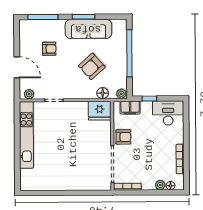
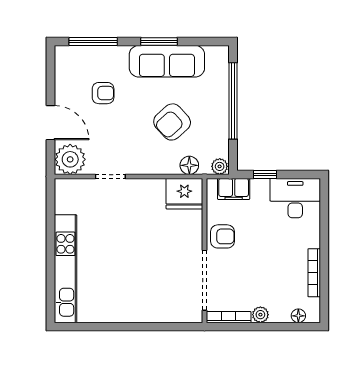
plant: (29, 94) -> (70, 159), width x1.87, depth x1.87
kitchen unit: (26, 135) -> (65, 269), moved
plant: (160, 185) -> (260, 315), moved

